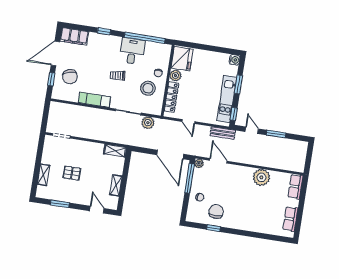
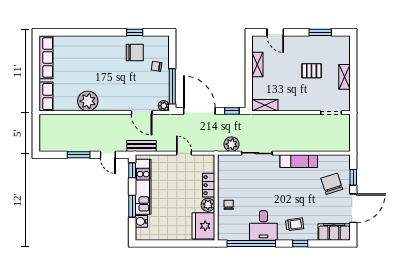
water cooler: (235, 60) -> (141, 221), moved
trolley: (118, 76) -> (295, 224), moved
stool: (148, 88) -> (238, 185), removed
locker: (171, 97) -> (209, 185), width x0.66
window: (143, 150) -> (232, 111), added
shelving: (44, 175) -> (345, 77), moved
chair: (216, 211) -> (135, 52), turned -90
row of seats: (290, 219) -> (46, 57), width x1.48

